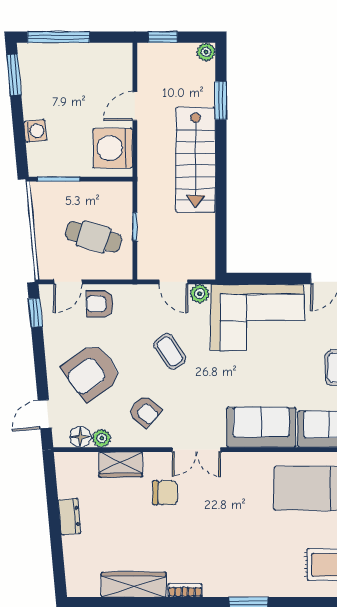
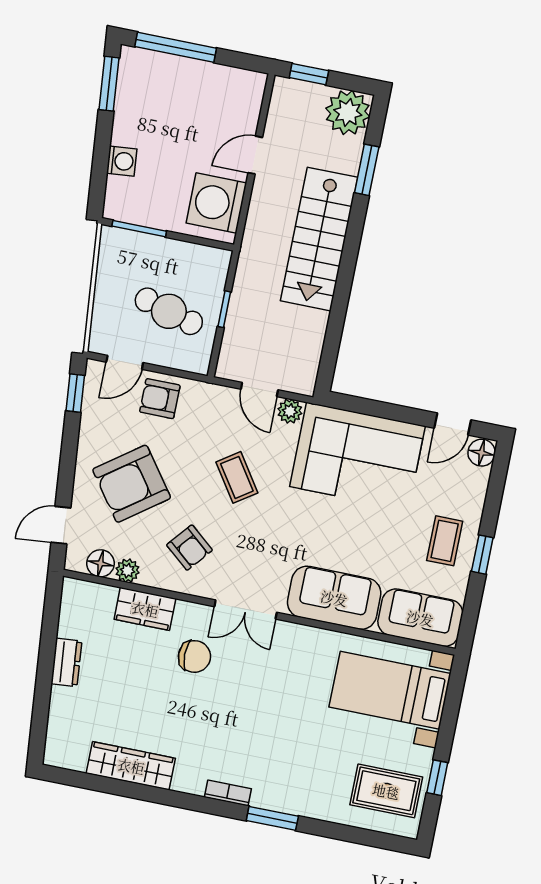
plant: (206, 52) -> (348, 112), width x1.88, depth x1.88
bookcase: (185, 590) -> (228, 793), moved

